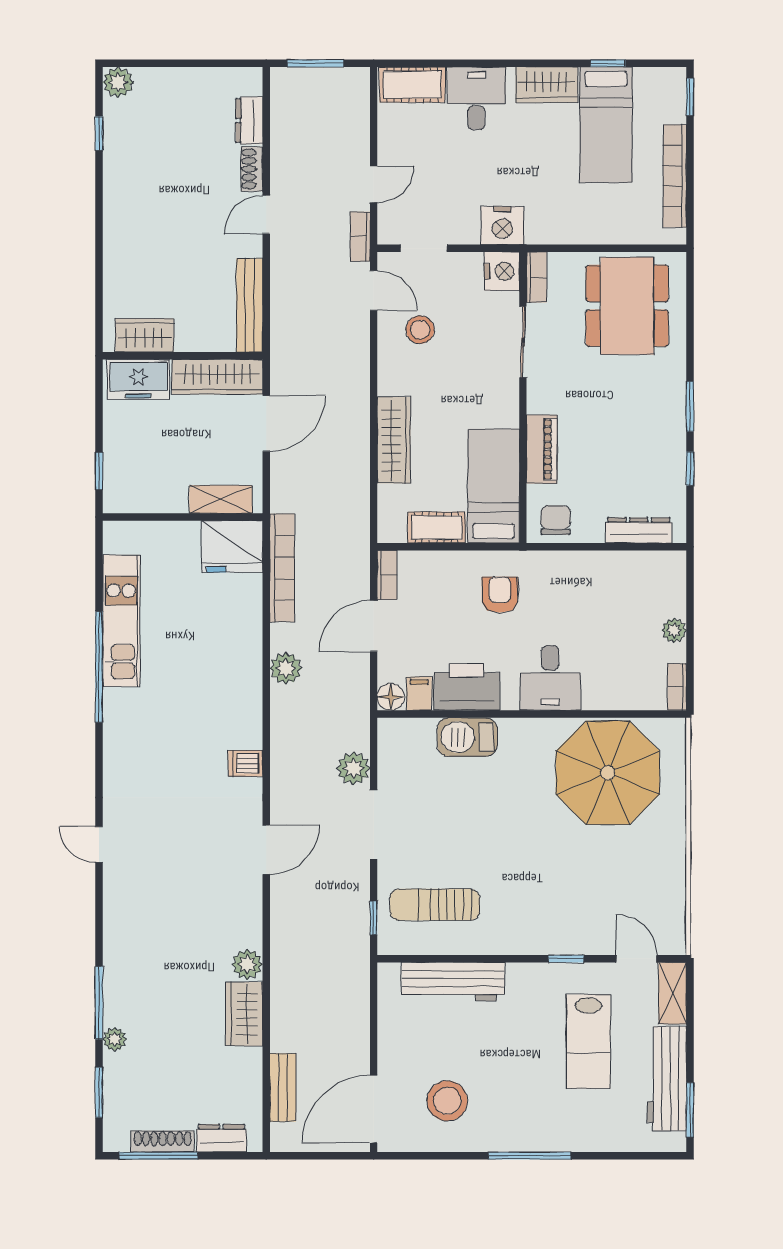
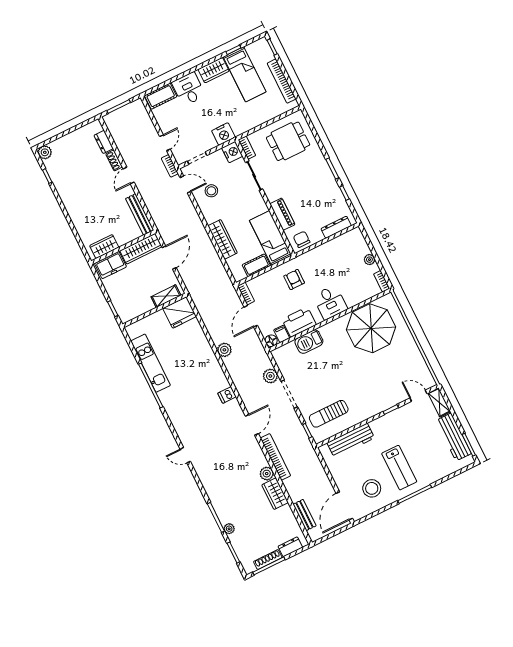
dining table: (627, 306) -> (288, 141), width x0.73
bookcase: (282, 568) -> (275, 457), moved
lab bench: (588, 1041) -> (399, 468), moved

